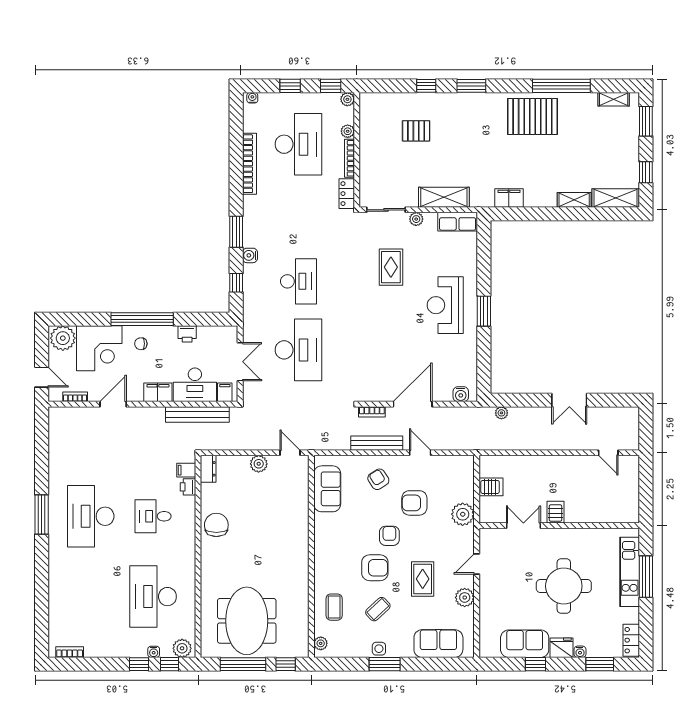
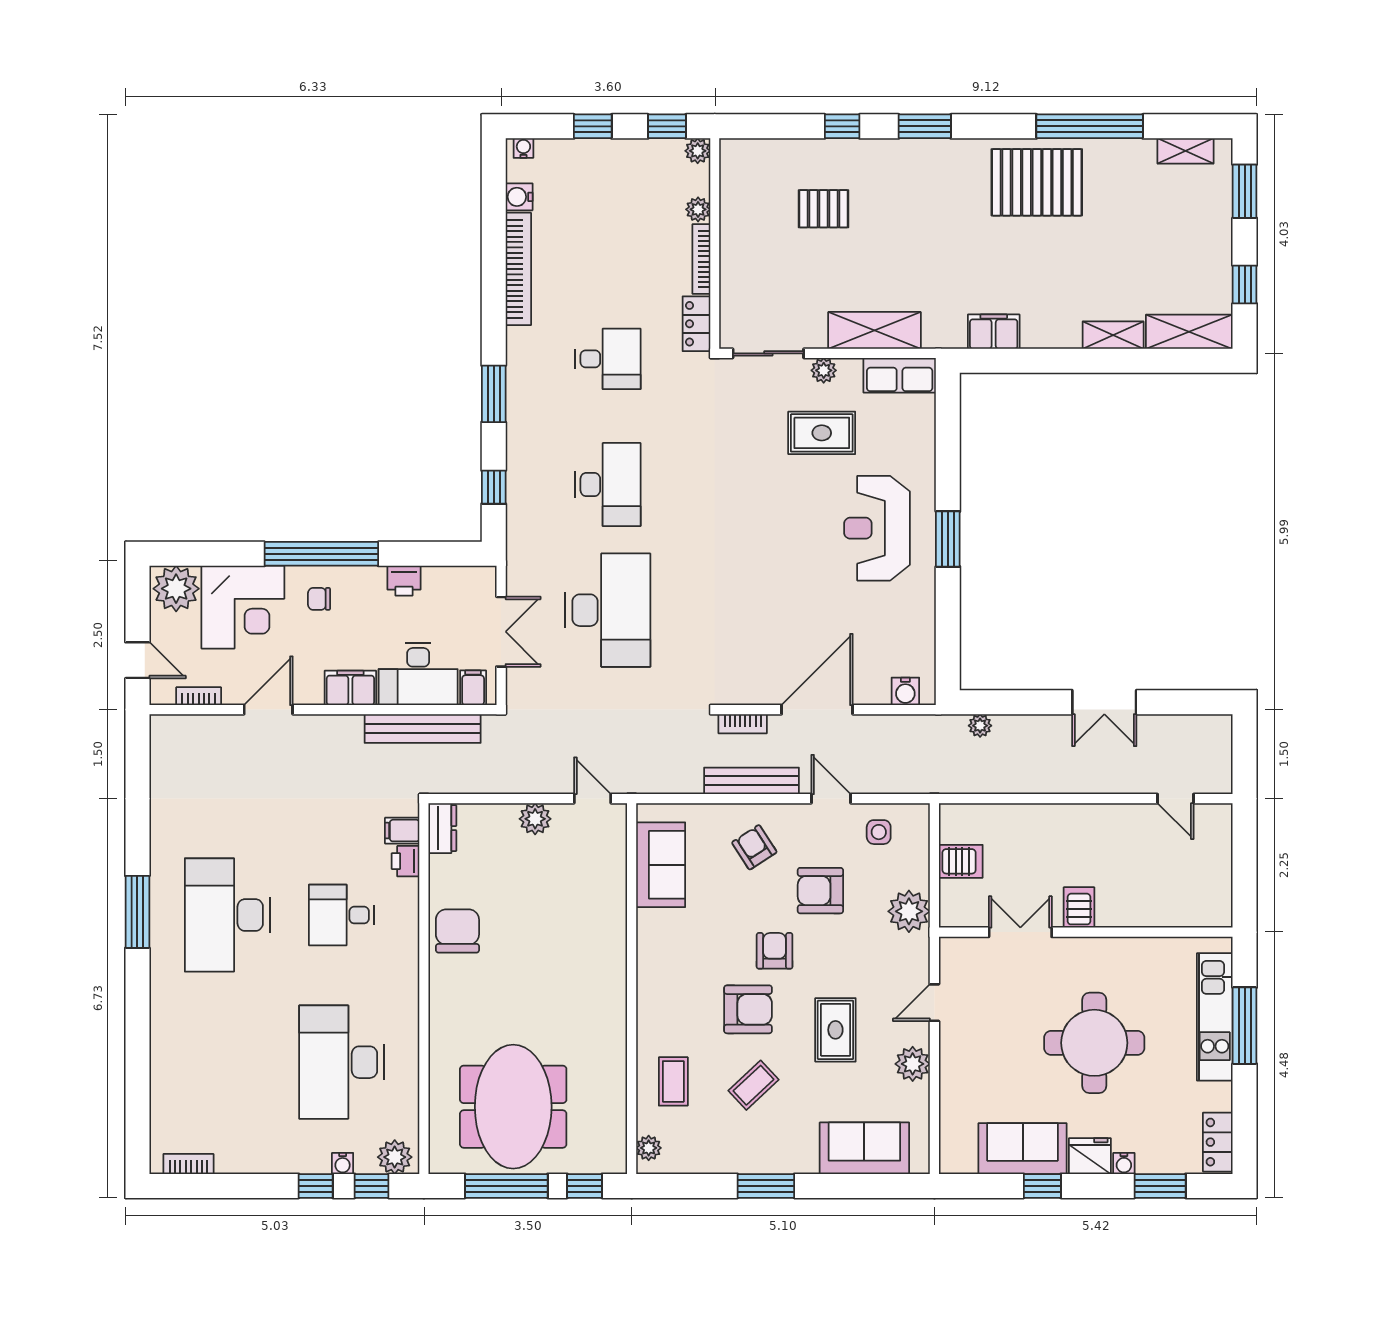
desk: (298, 144) -> (608, 359), moved, width x0.53, depth x0.77
water cooler: (250, 255) -> (519, 197), moved
rug: (391, 267) -> (822, 433), moved, turned 90
side table: (379, 649) -> (879, 832), moved

